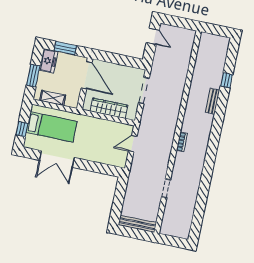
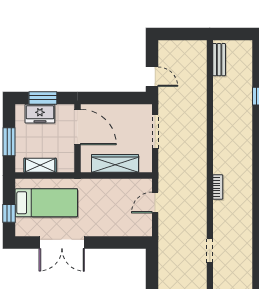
door: (153, 36) -> (152, 77), moved
freezer: (48, 61) -> (40, 114), moved, turned 90
bench: (213, 101) -> (219, 60), moved

